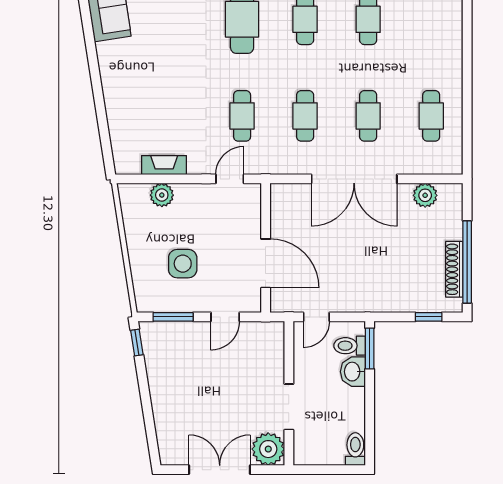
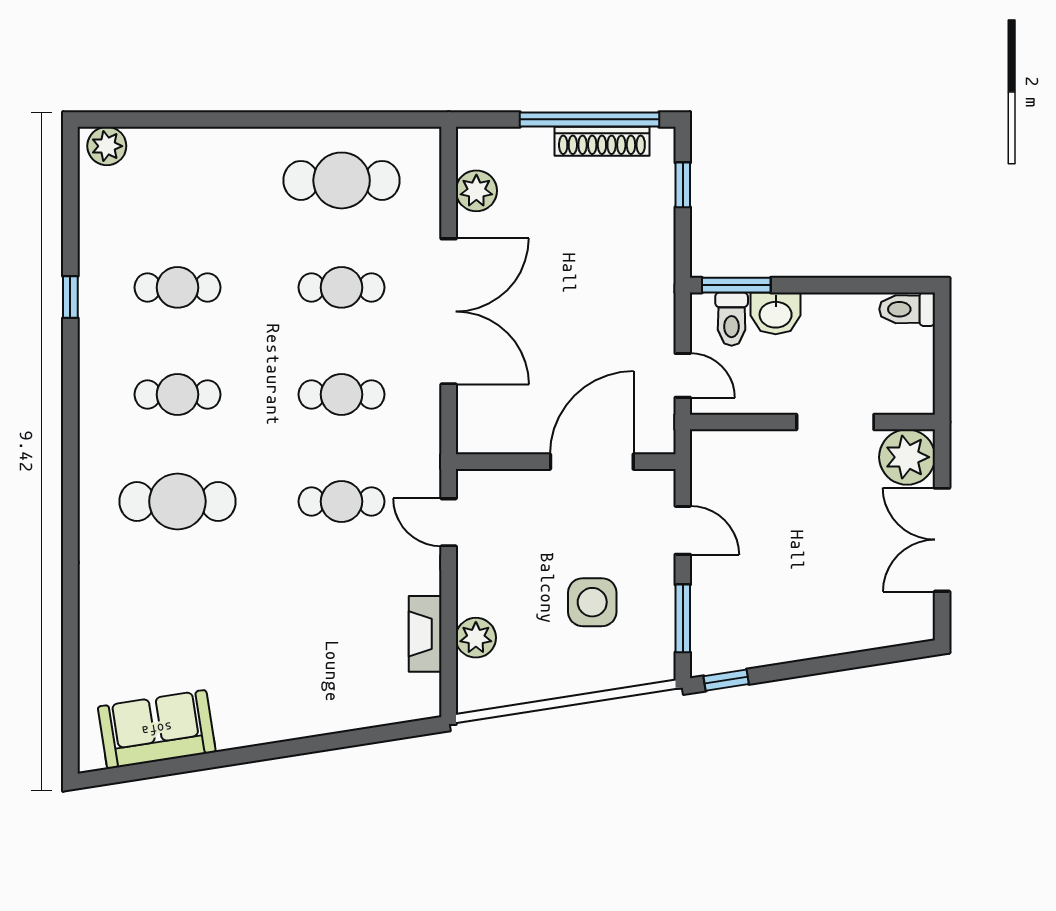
cafe table: (431, 116) -> (342, 180), width x1.37, depth x1.35

